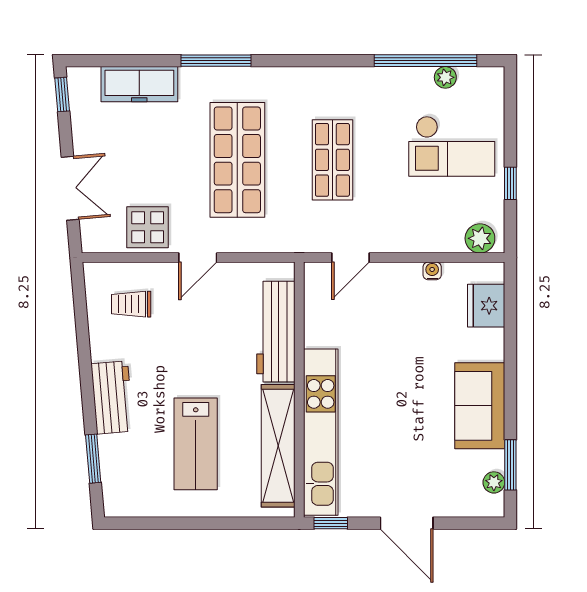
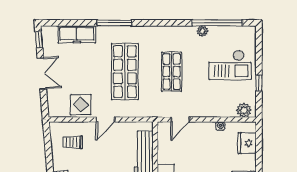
plant: (445, 77) -> (202, 31), moved
double door: (70, 188) -> (42, 74), moved

